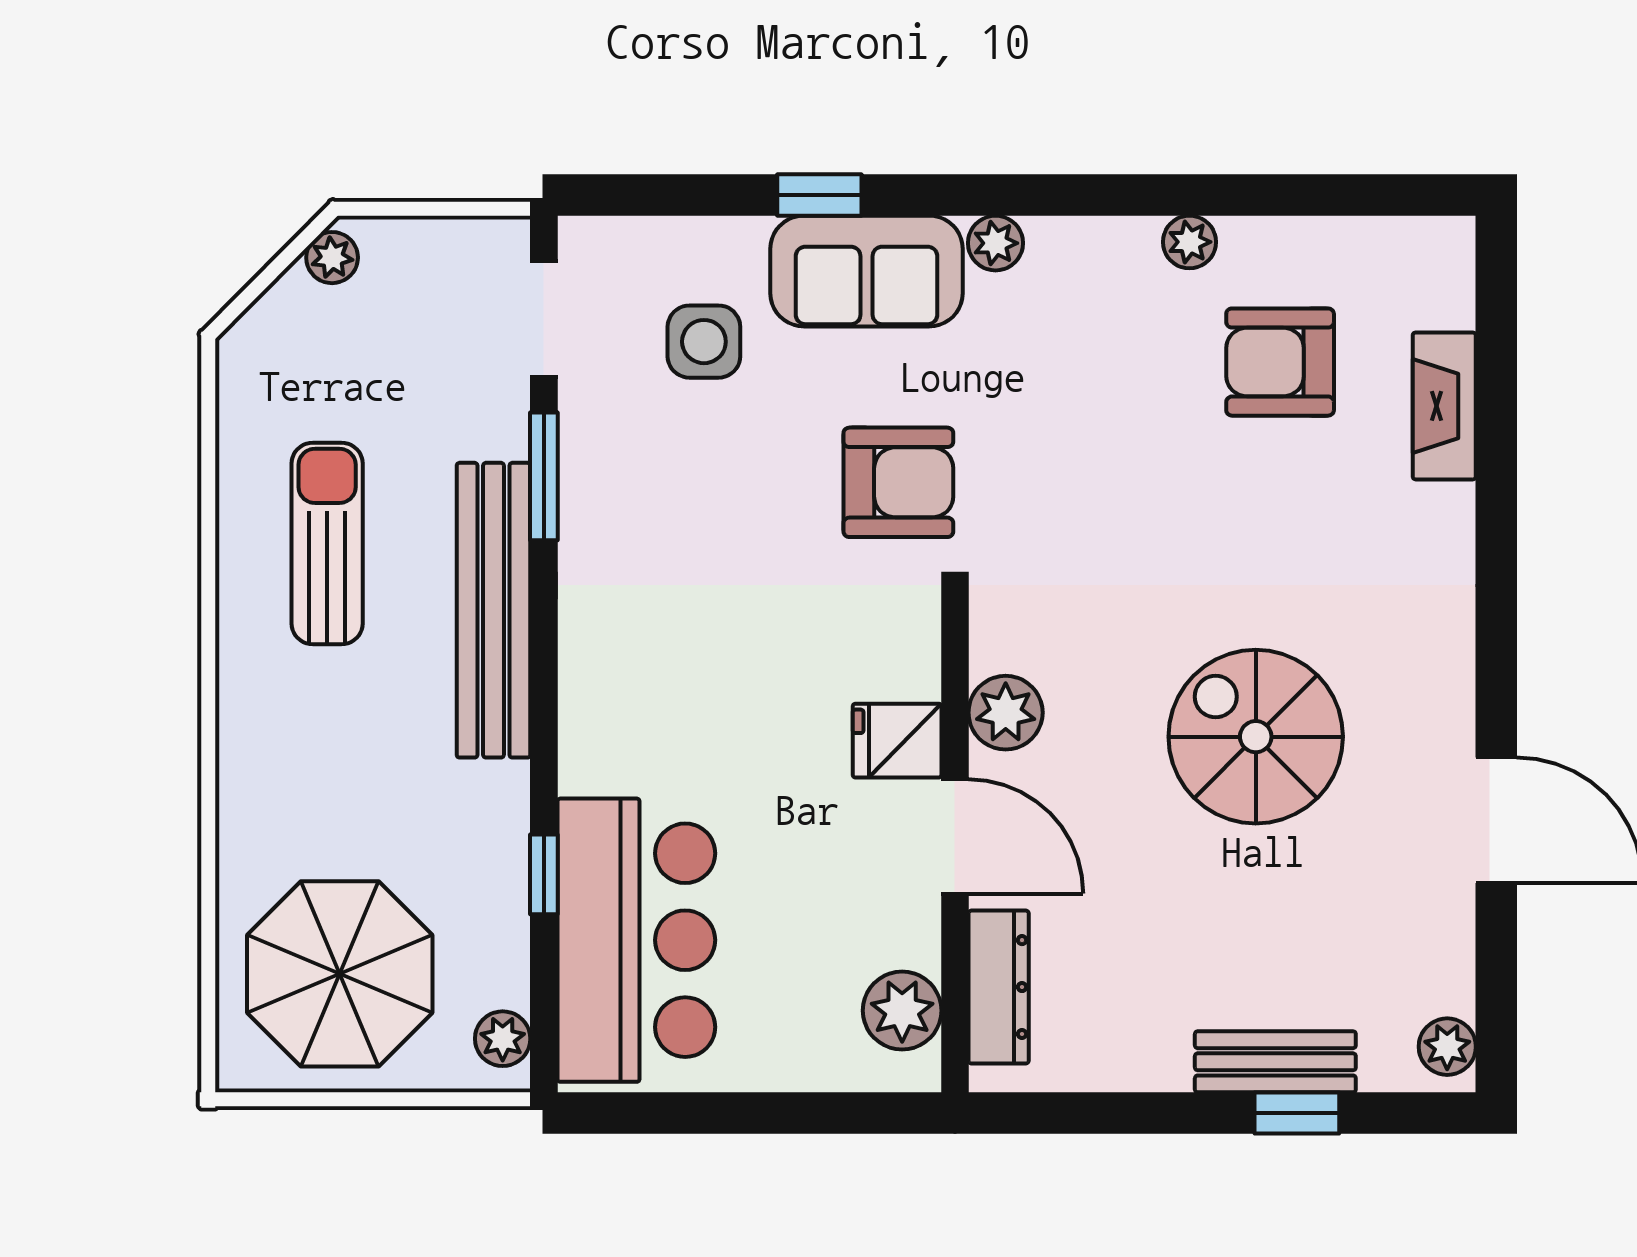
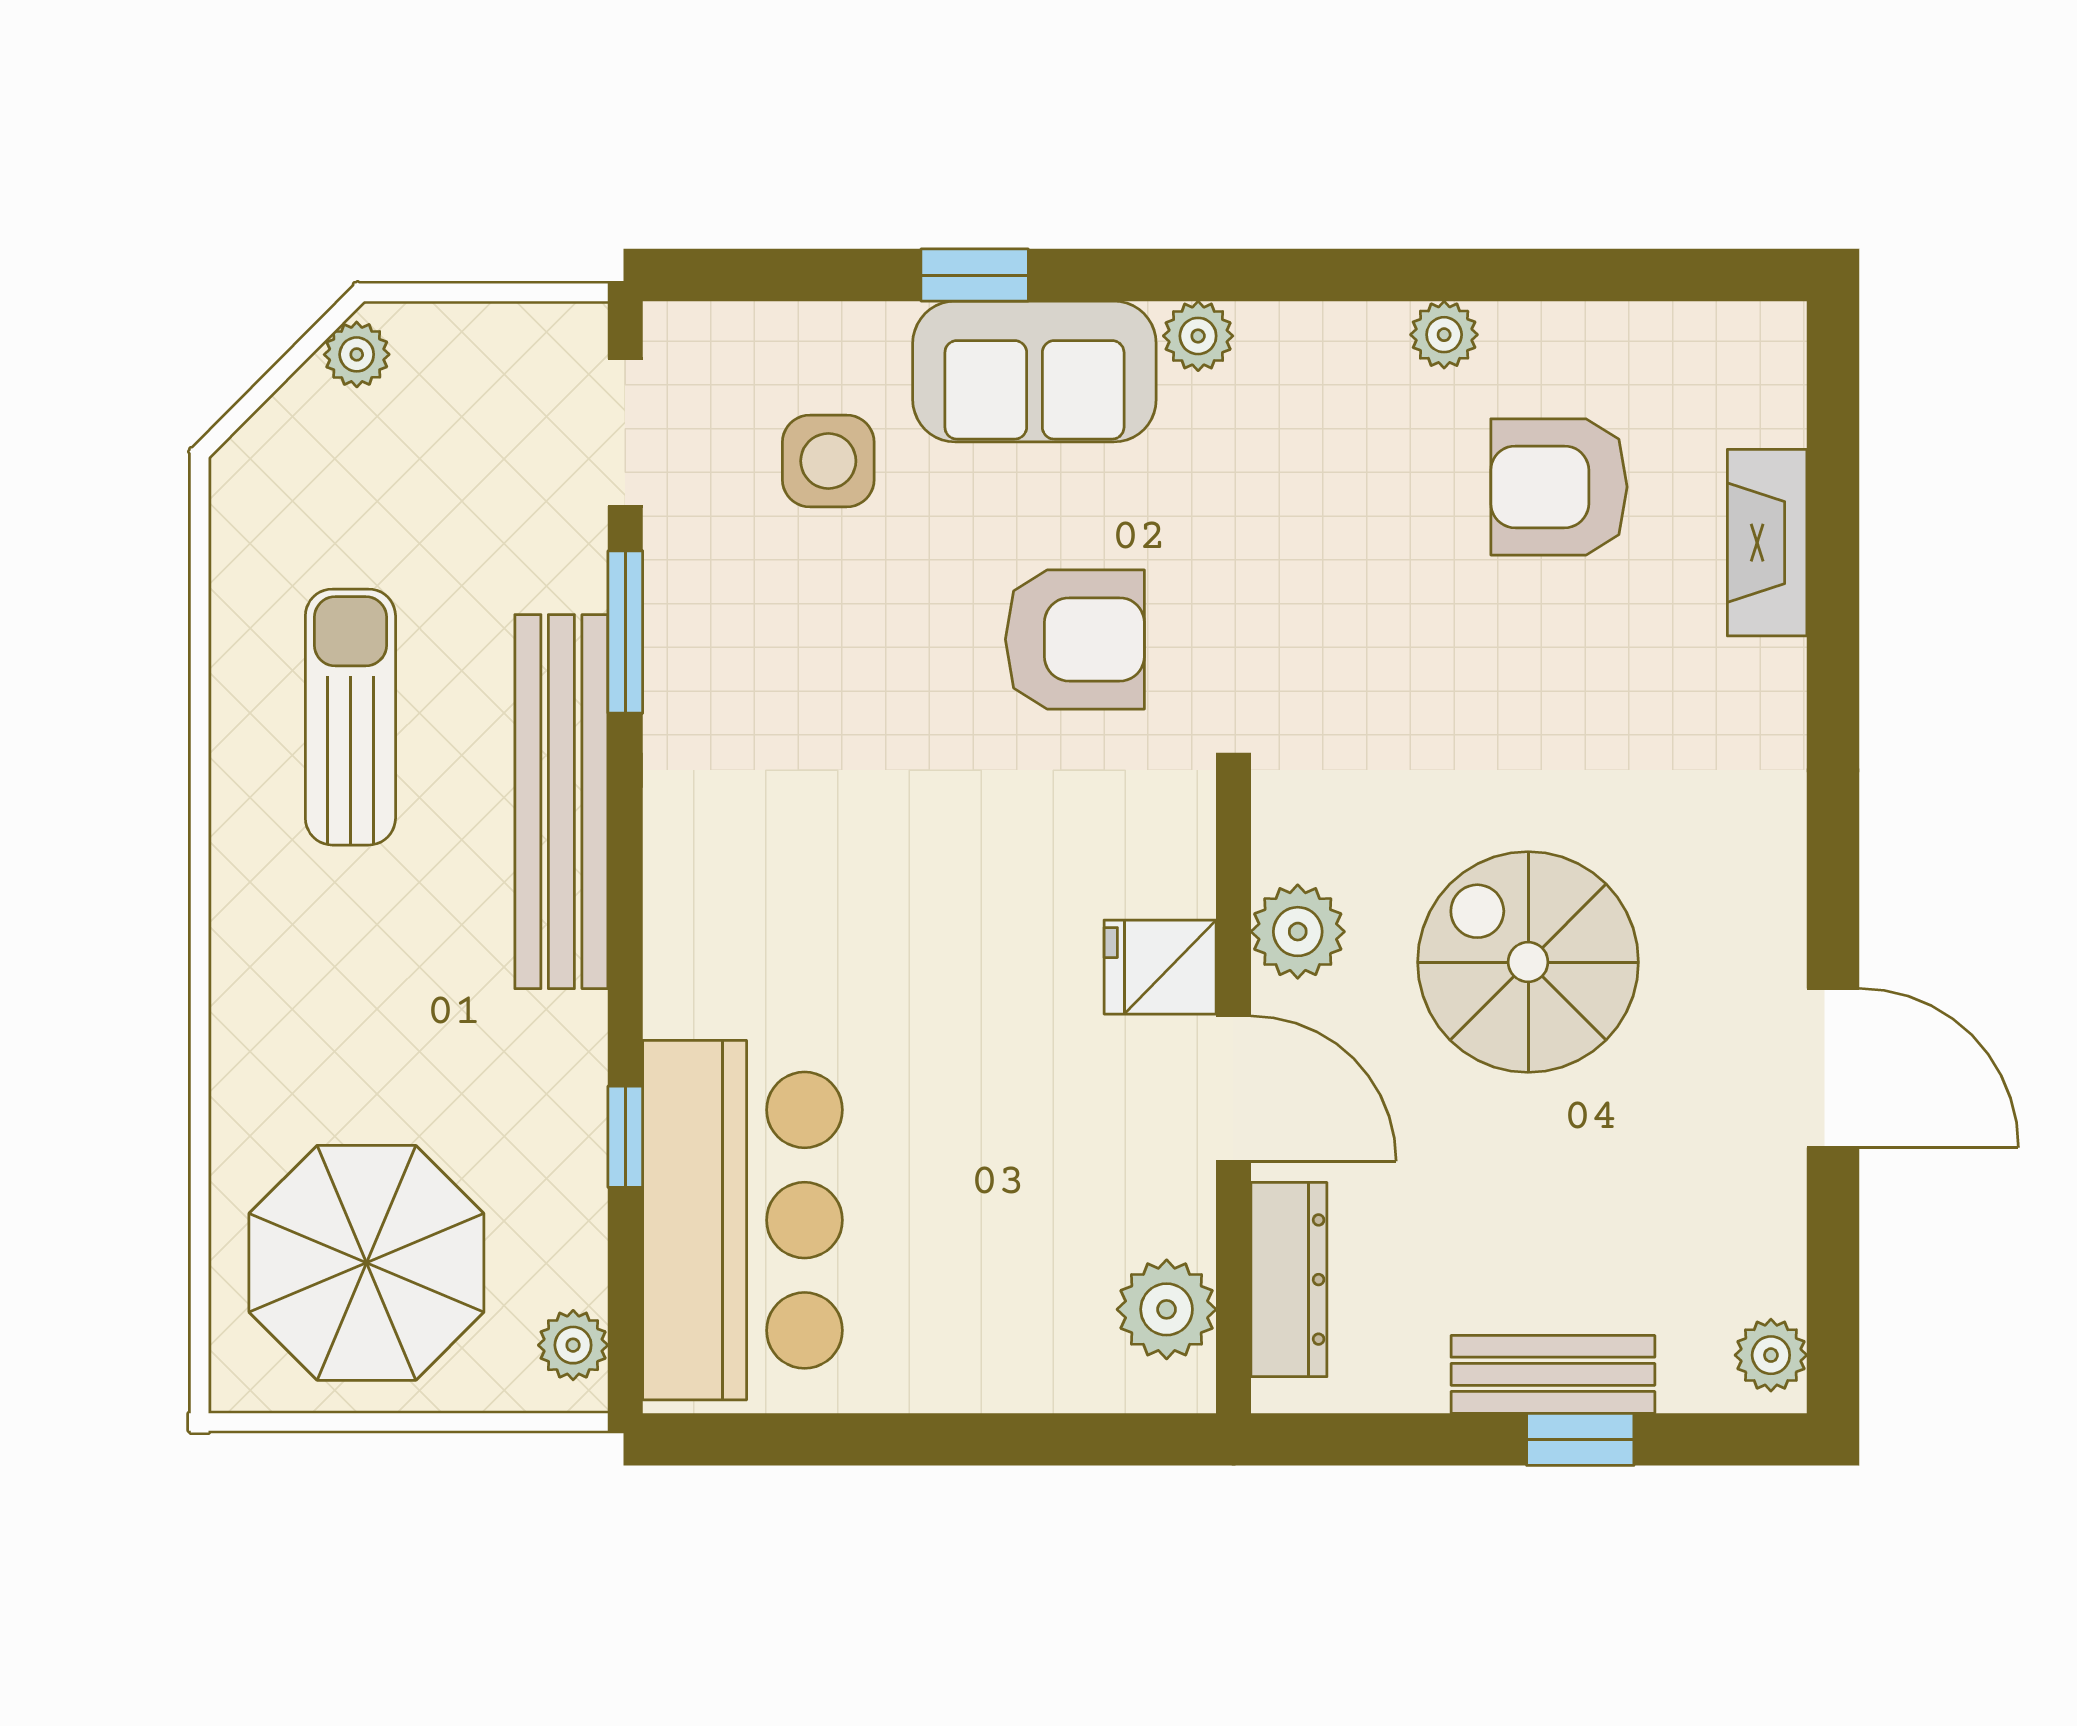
plant: (1006, 713) -> (1298, 932), moved
fridge: (897, 741) -> (1160, 967), moved
door: (955, 836) -> (1234, 1089), moved
wall: (955, 846) -> (1234, 1100), moved
dresser: (999, 987) -> (1289, 1280), moved
plant: (902, 1011) -> (1167, 1309), moved

